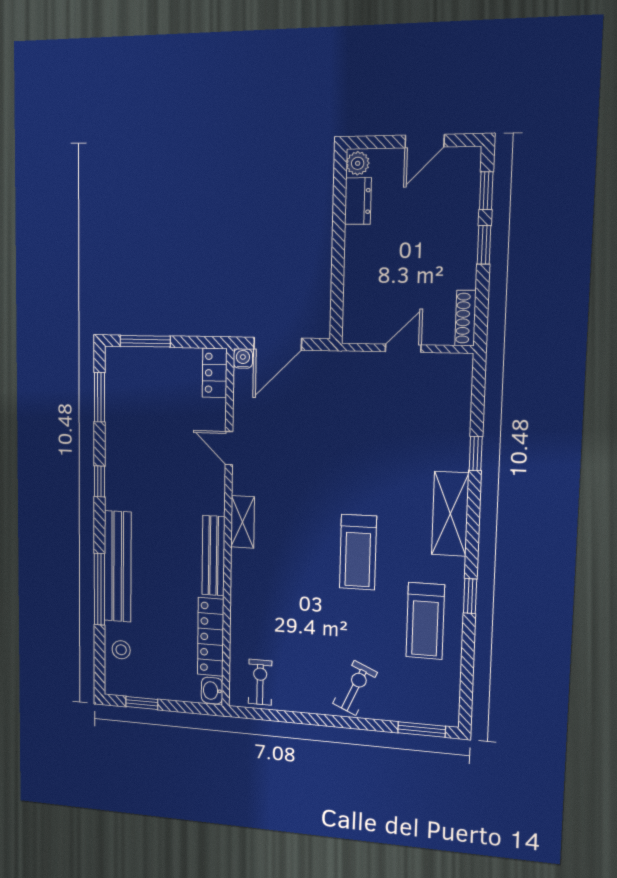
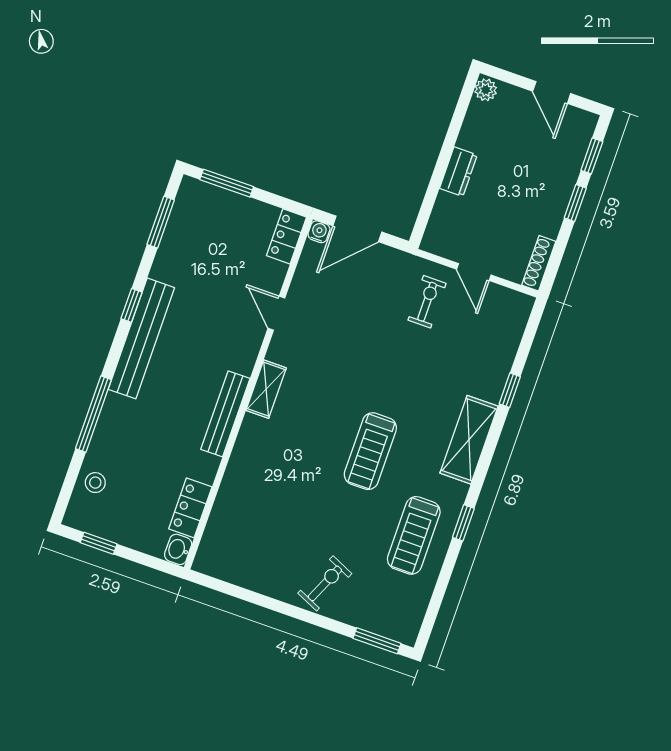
door: (425, 141) -> (552, 92), hinge flipped
dresser: (358, 201) -> (458, 172), moved
door: (403, 348) -> (474, 272), swing flipped
bench: (118, 566) -> (141, 338), moved
locker: (211, 637) -> (190, 508), width x0.66
exercise bike: (260, 682) -> (427, 302), moved

